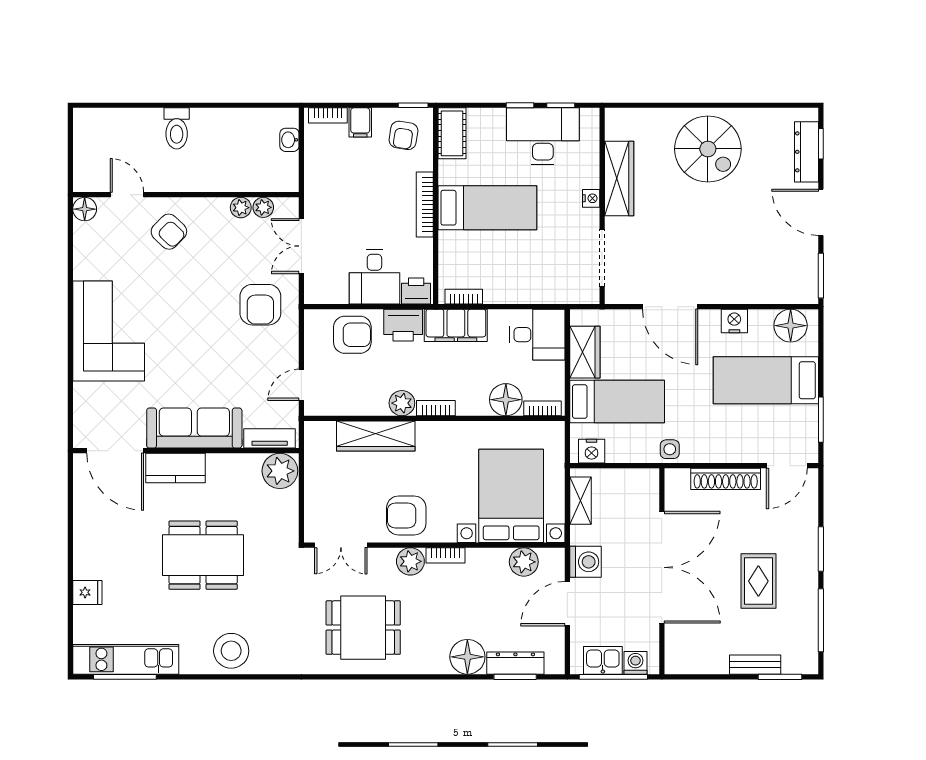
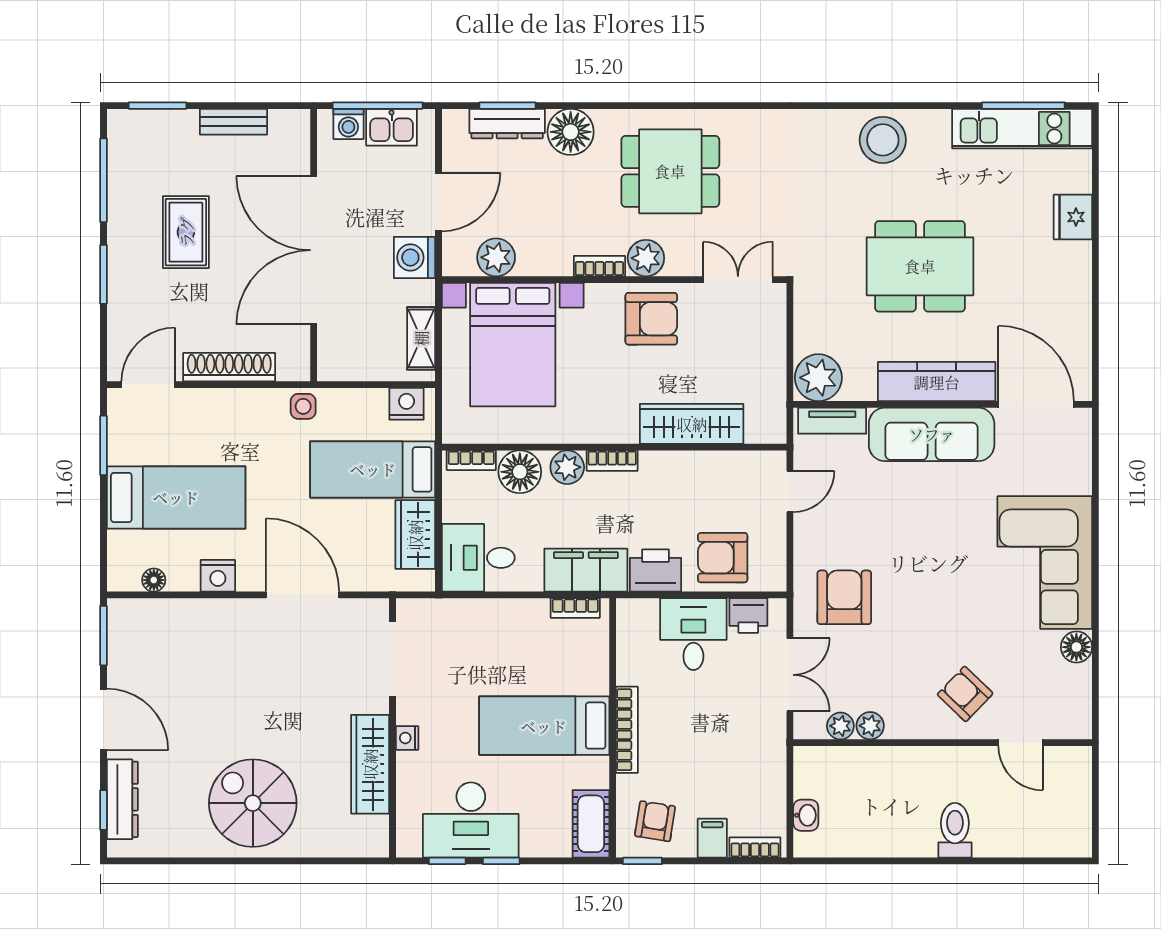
floor lamp: (85, 209) -> (1076, 647), moved
printer: (416, 291) -> (748, 615), moved
floor lamp: (791, 326) -> (154, 580), width x0.53, depth x0.53
plant: (402, 403) -> (567, 467), moved
kitchen counter: (176, 468) -> (937, 382), width x1.50
fridge: (87, 592) -> (1073, 217), width x1.38
dining table: (363, 628) -> (670, 171), moved
bench: (755, 665) -> (233, 122), moved

